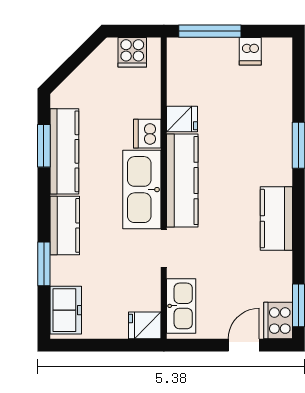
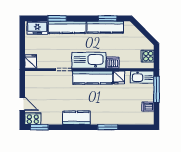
kitchen counter: (65, 225) -> (67, 27), width x1.50
kitchen sink: (181, 306) -> (142, 77), moved

